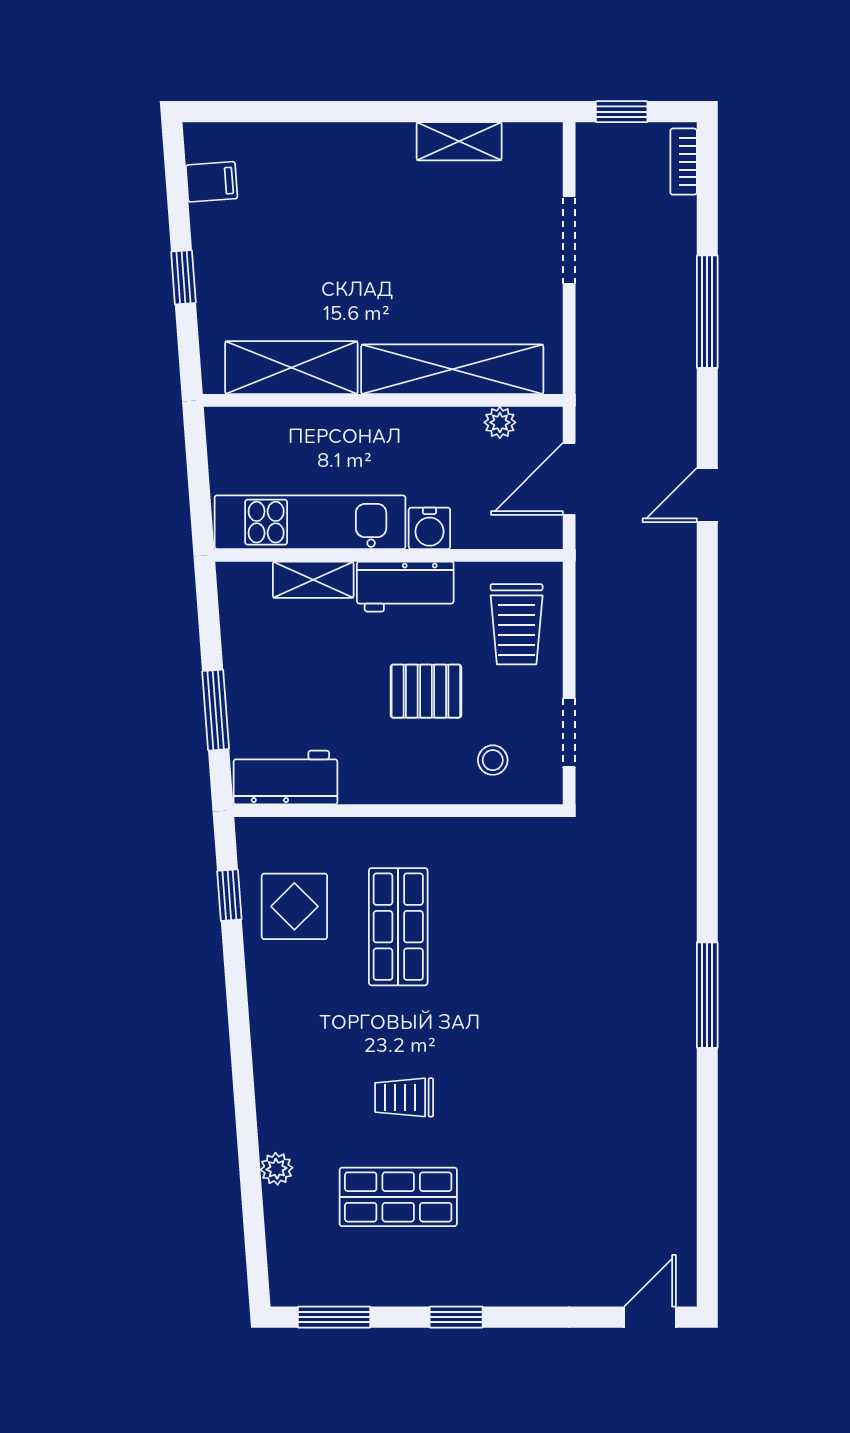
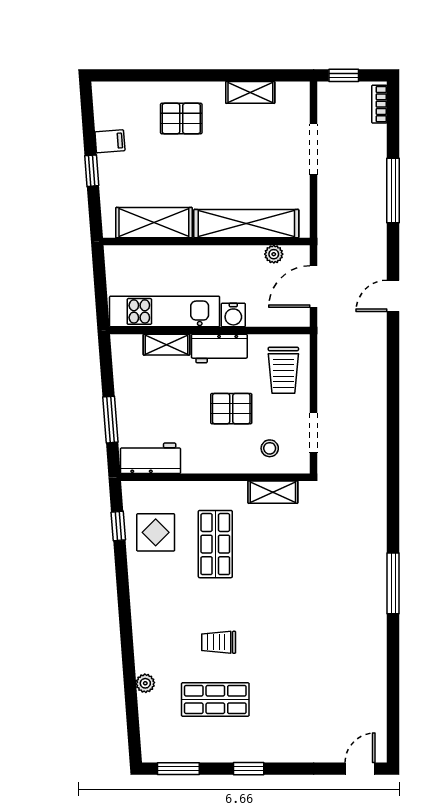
filing cabinet: (212, 182) -> (110, 141), moved
pallet: (339, 187) -> (181, 119), added
shelving: (498, 836) -> (273, 492), added

